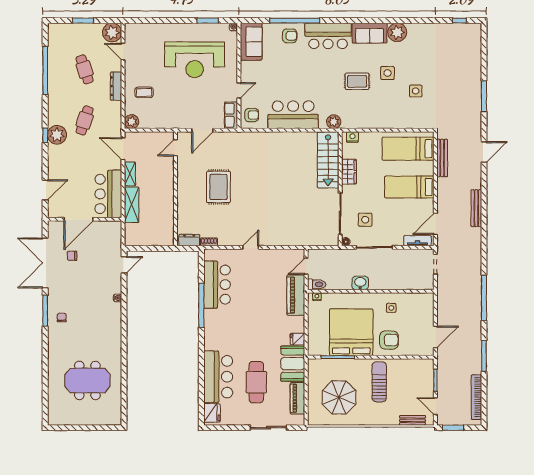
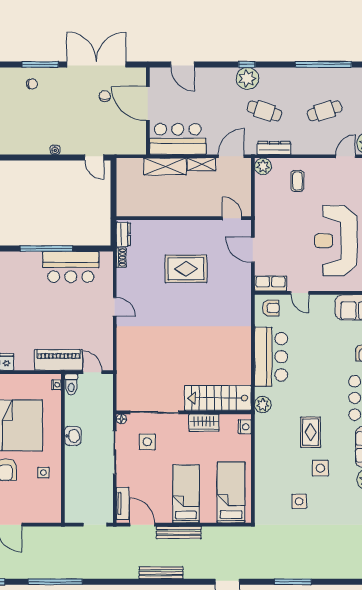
dresser: (116, 86) -> (274, 148), moved
armchair: (252, 115) -> (271, 308), turned -90
bench: (442, 158) -> (179, 533), moved

